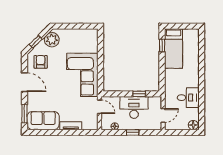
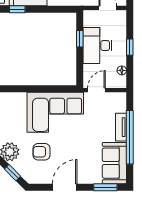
armchair: (41, 62) -> (41, 152), moved
window: (63, 132) -> (130, 137), added

